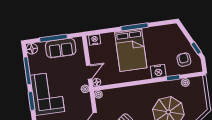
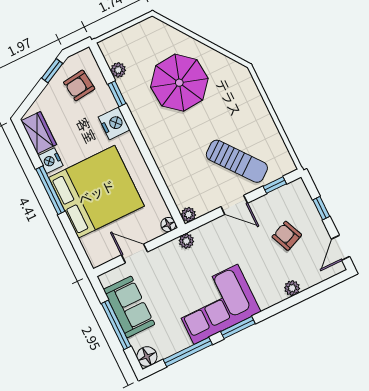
wardrobe: (166, 31) -> (39, 133), added
nightstand: (95, 40) -> (51, 161), moved
bed: (131, 50) -> (96, 192), width x1.36
door: (89, 72) -> (135, 253), moved

